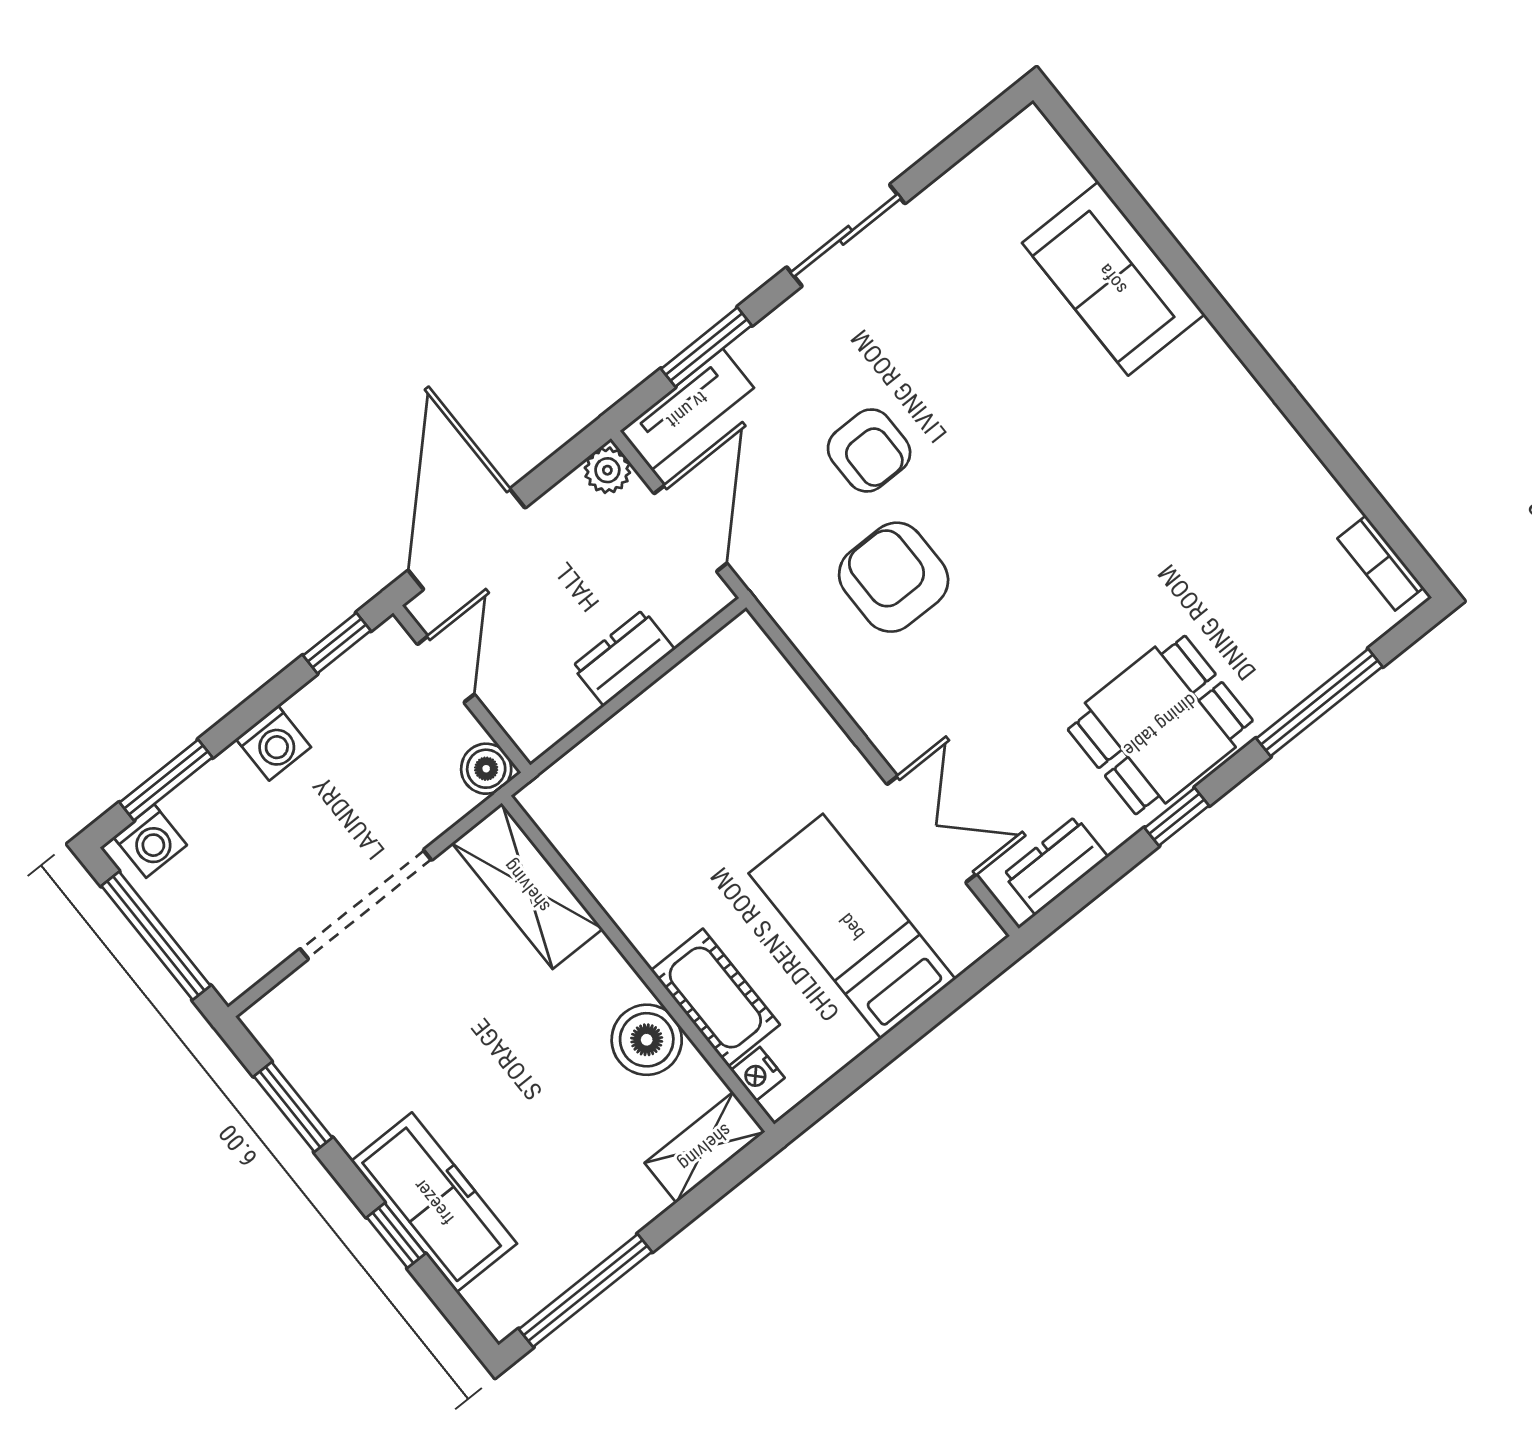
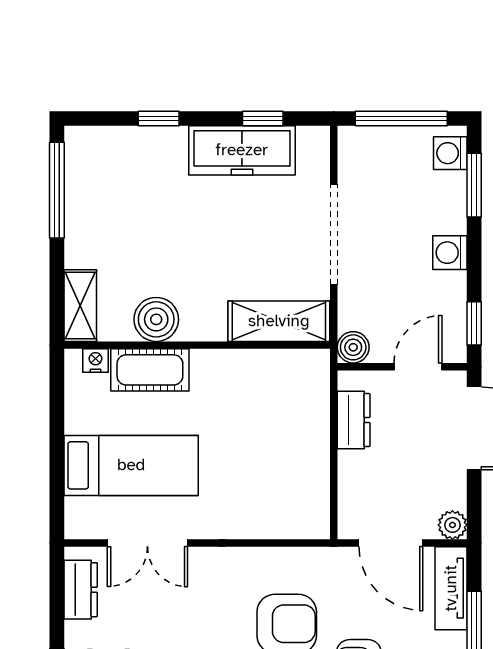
dresser: (623, 658) -> (354, 420), moved
door: (446, 669) -> (418, 367), swing flipped
window: (293, 1107) -> (263, 119), width x0.67
freezer: (434, 1202) -> (242, 150), moved

